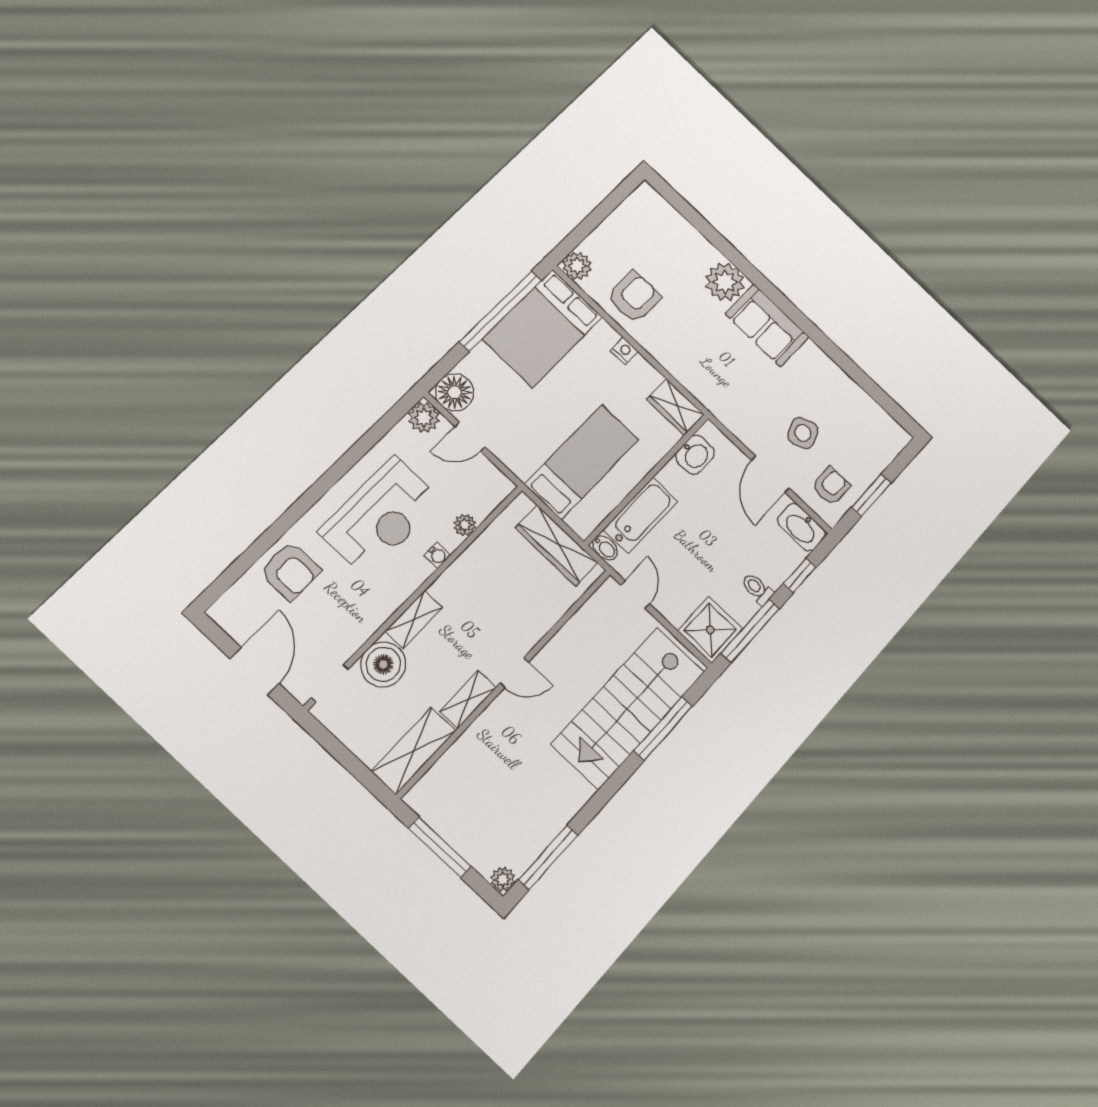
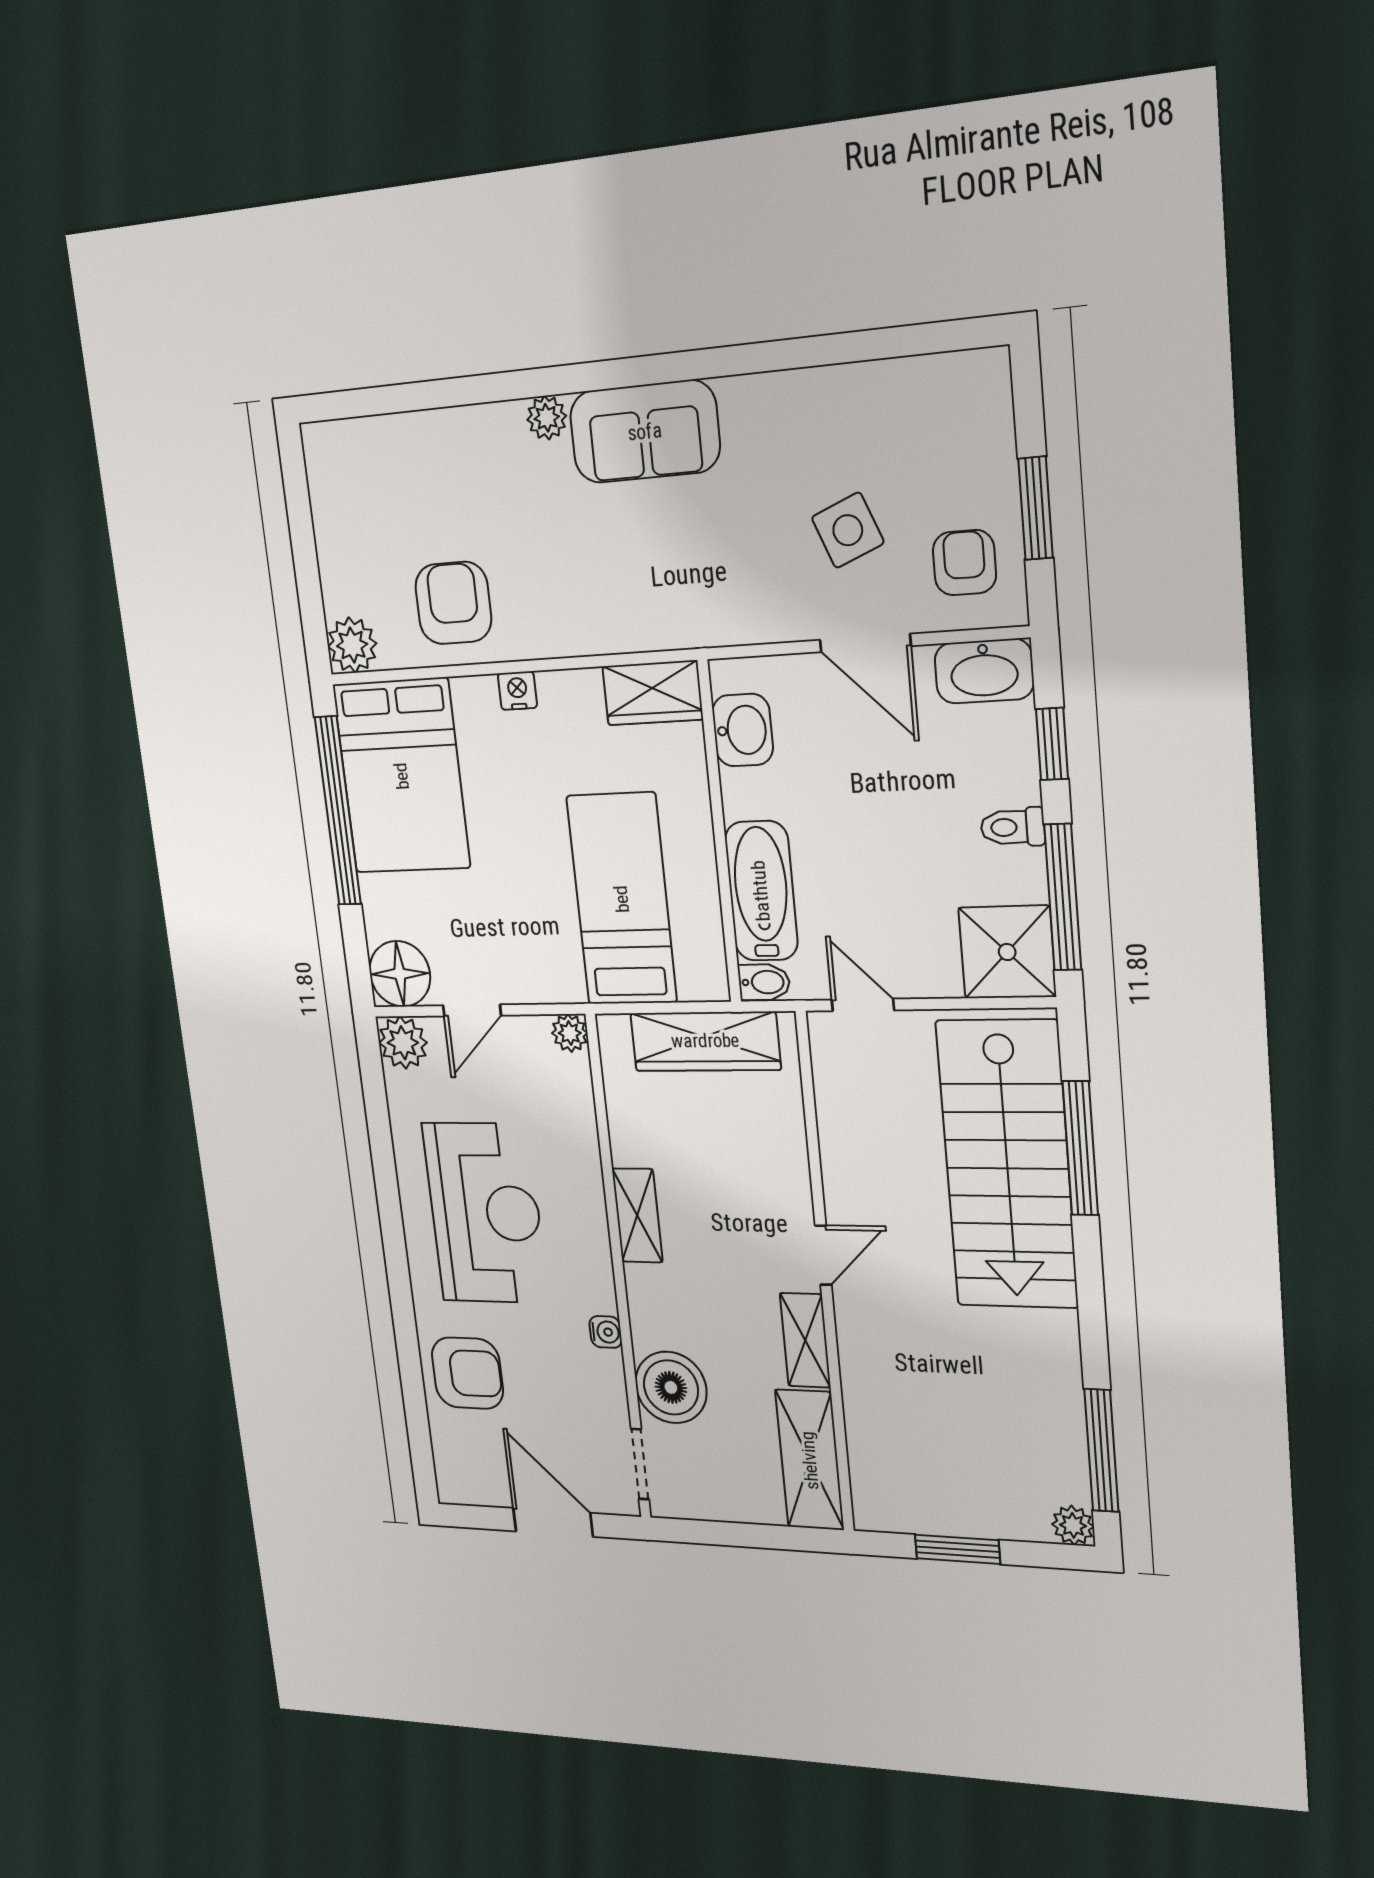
plant: (725, 282) -> (547, 418), width x0.53, depth x0.53
plant: (465, 525) -> (570, 1033), moved
water cooler: (437, 555) -> (606, 1332), moved
shelving: (414, 619) -> (637, 1215), moved
window: (440, 847) -> (957, 1549), width x0.69

